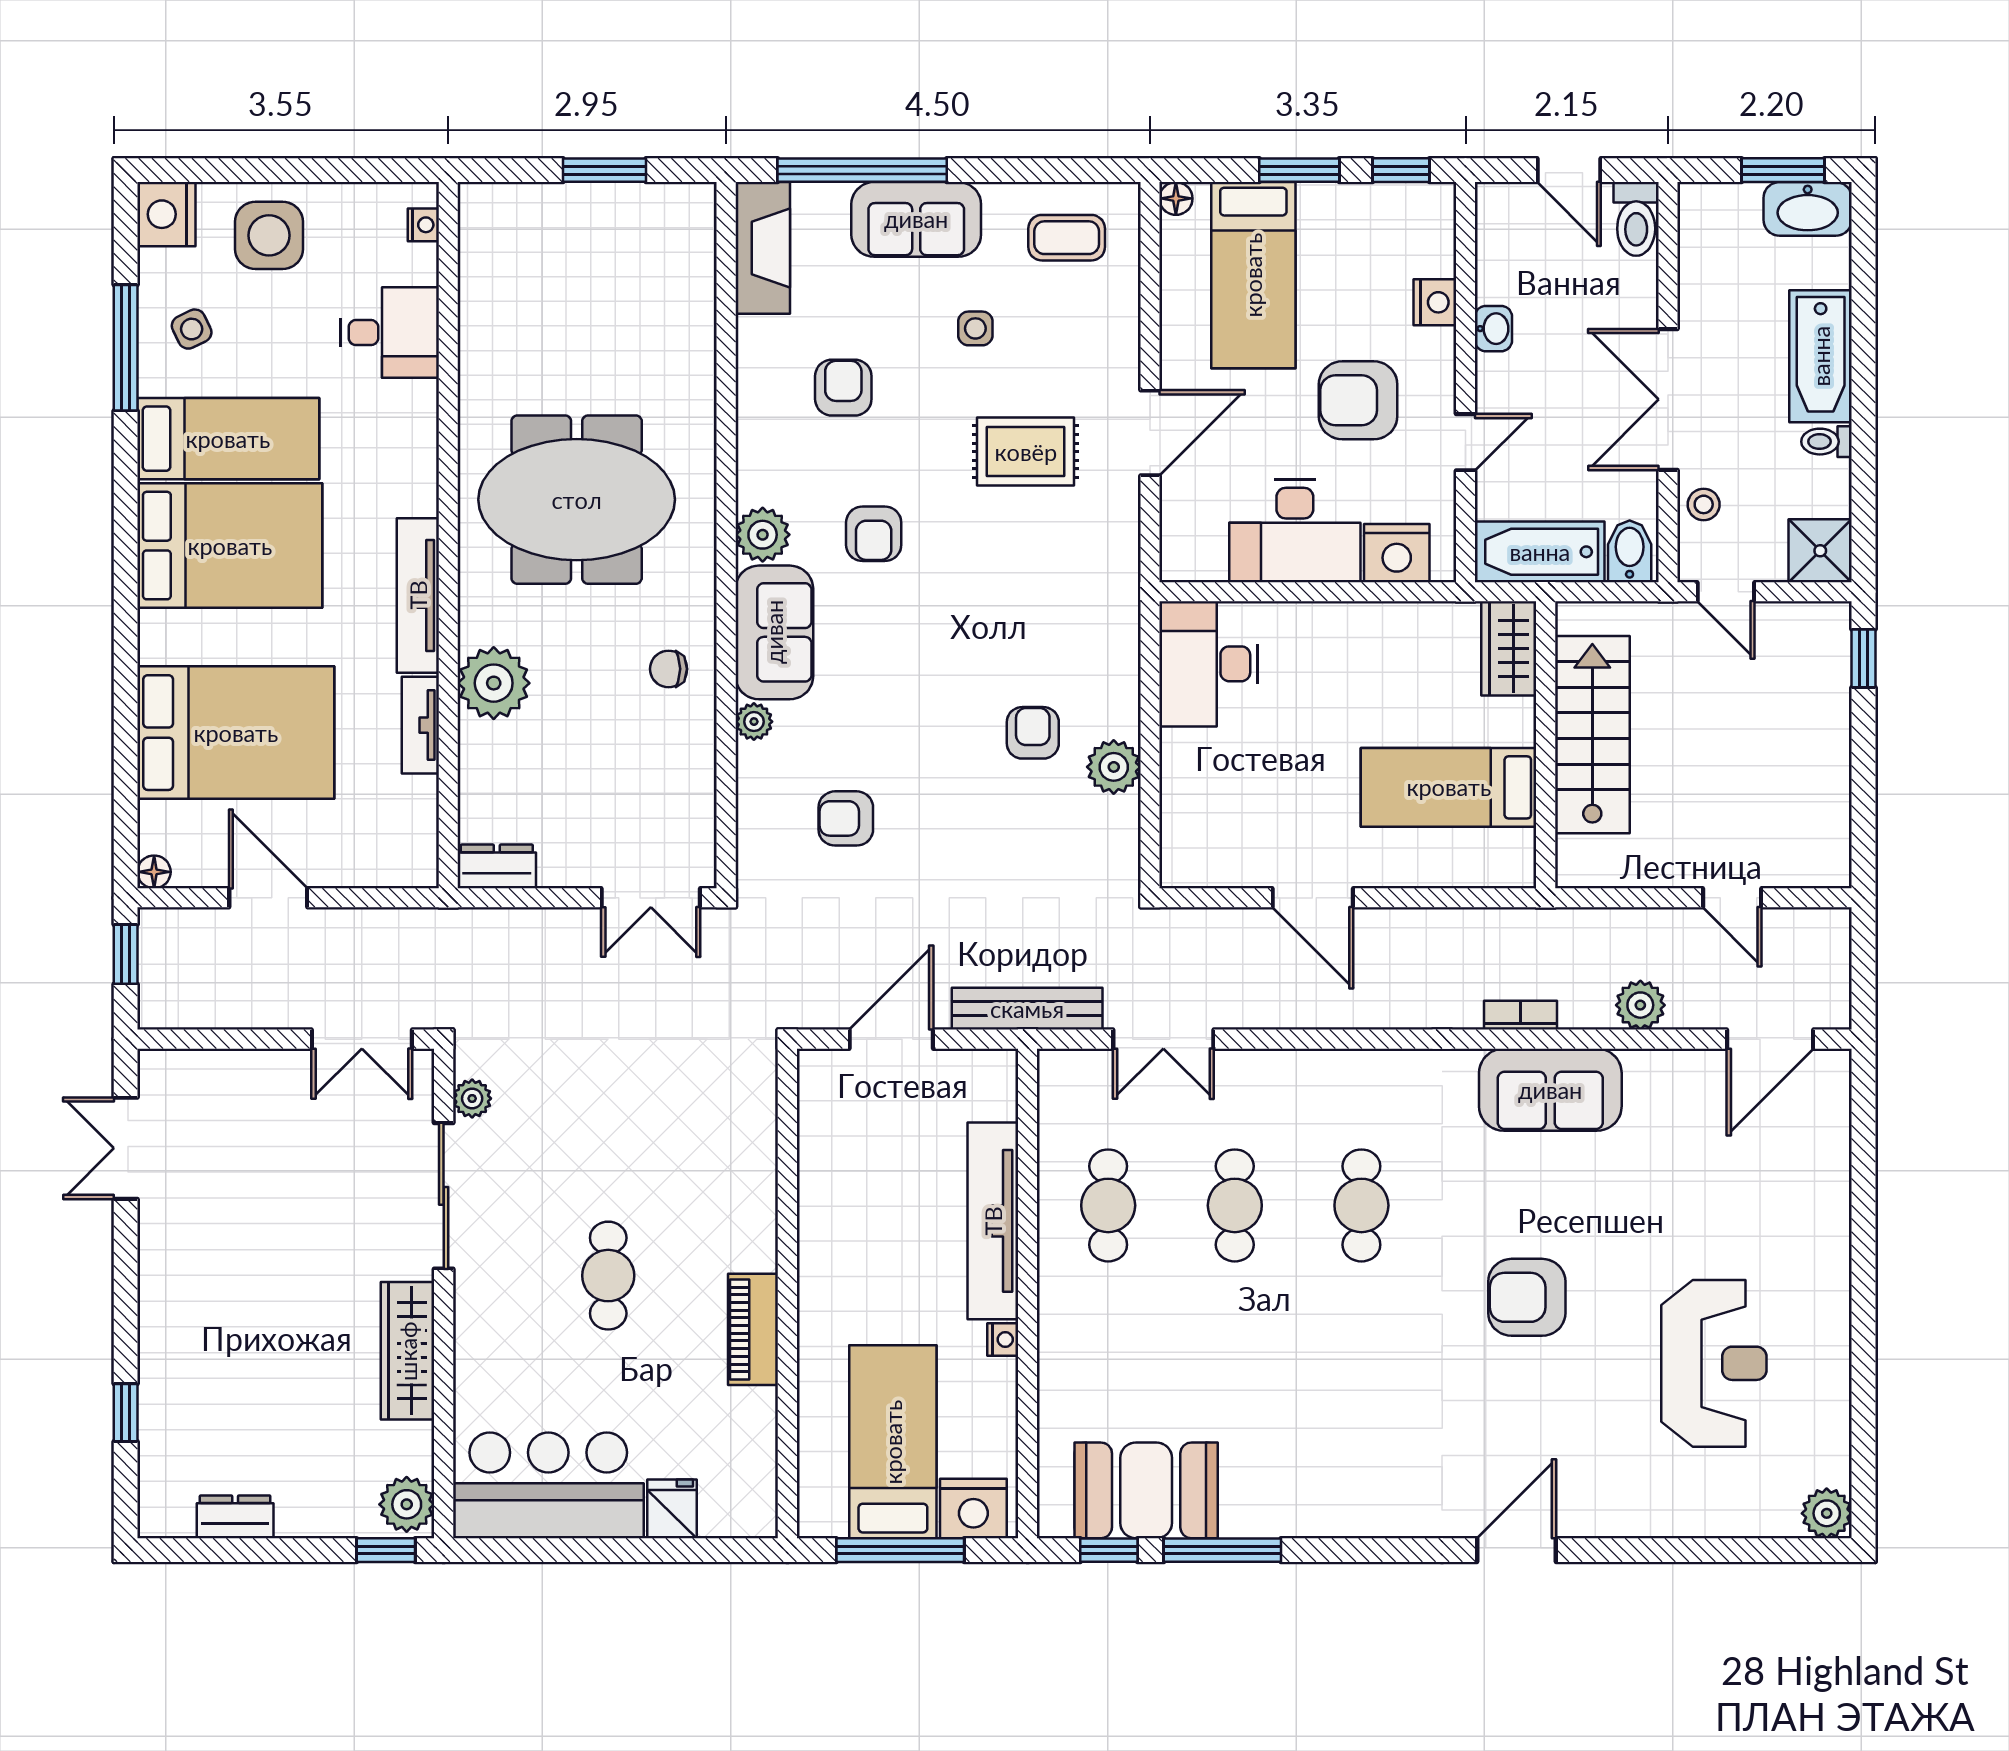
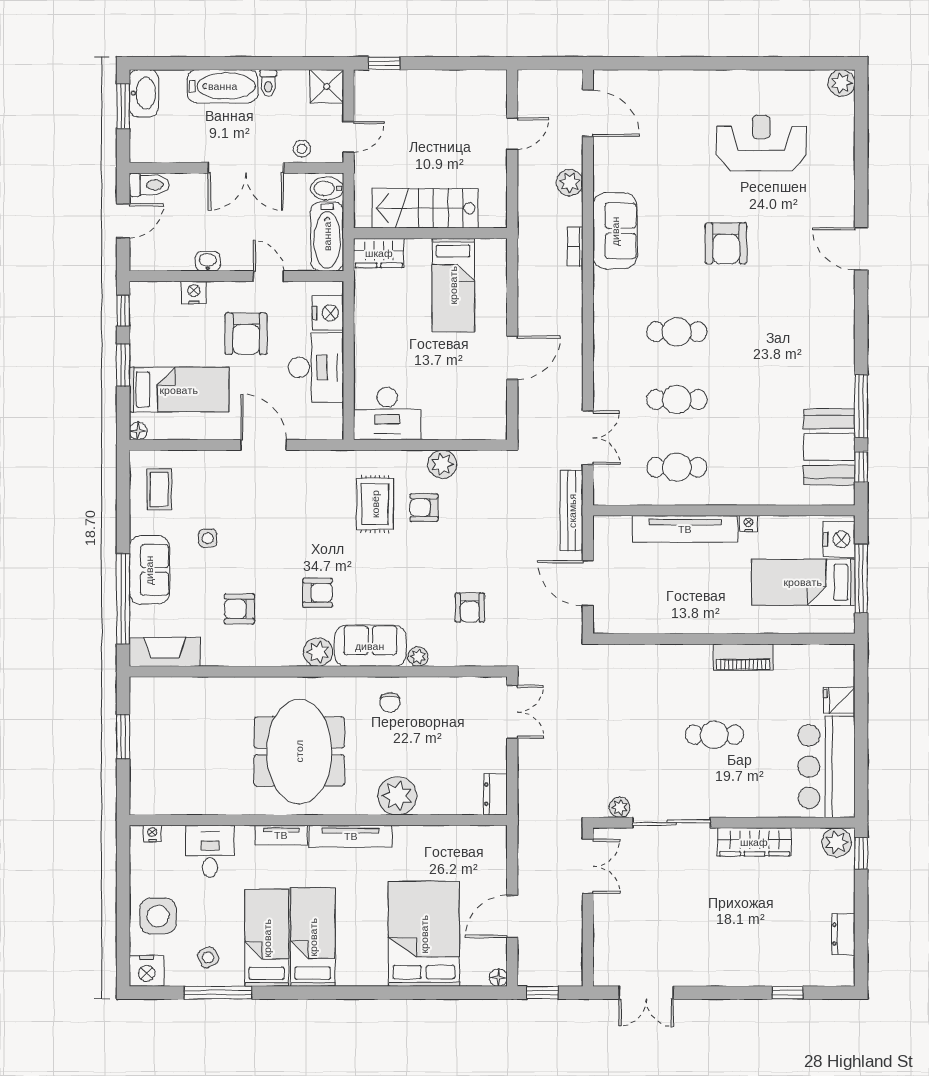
rug: (1026, 452) -> (375, 504), moved
bed: (230, 546) -> (313, 937), width x0.67
tv unit: (420, 725) -> (281, 835), moved

